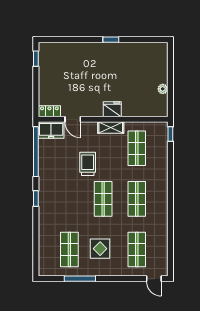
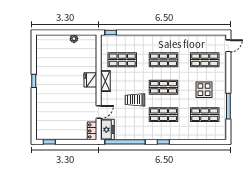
shop shelf: (69, 199) -> (163, 115), added

